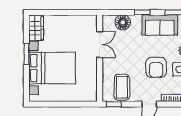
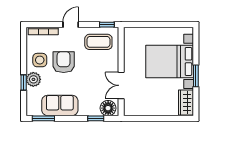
window: (142, 12) -> (96, 118), moved
floor lamp: (123, 22) -> (108, 108), moved
coffee table: (122, 87) -> (98, 42), turned 90

